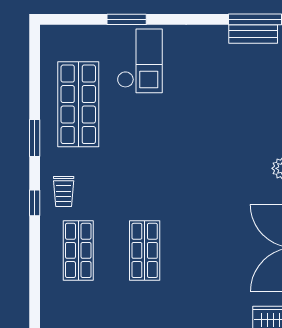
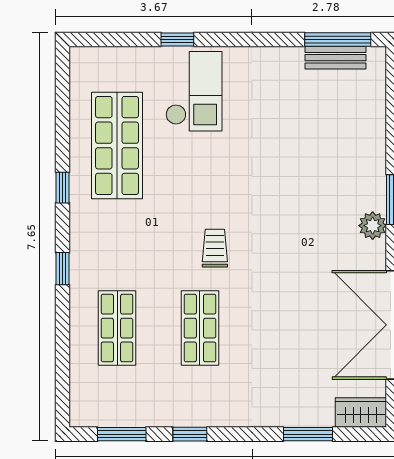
window: (127, 19) -> (177, 39), width x0.67
window: (35, 138) -> (63, 188), width x0.67
trolley: (64, 192) -> (215, 248), moved, turned 180

